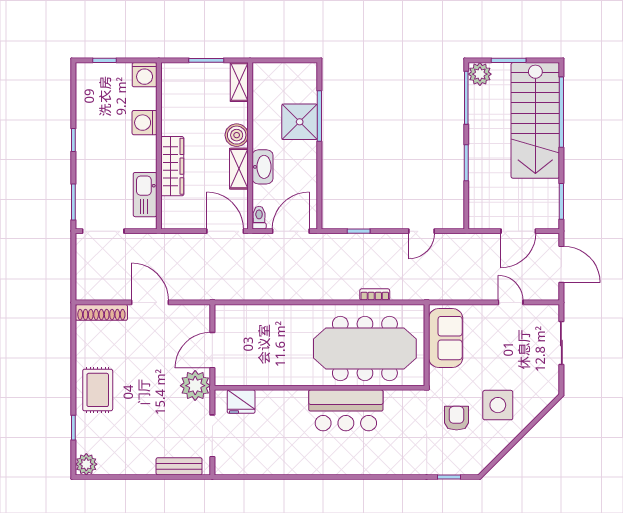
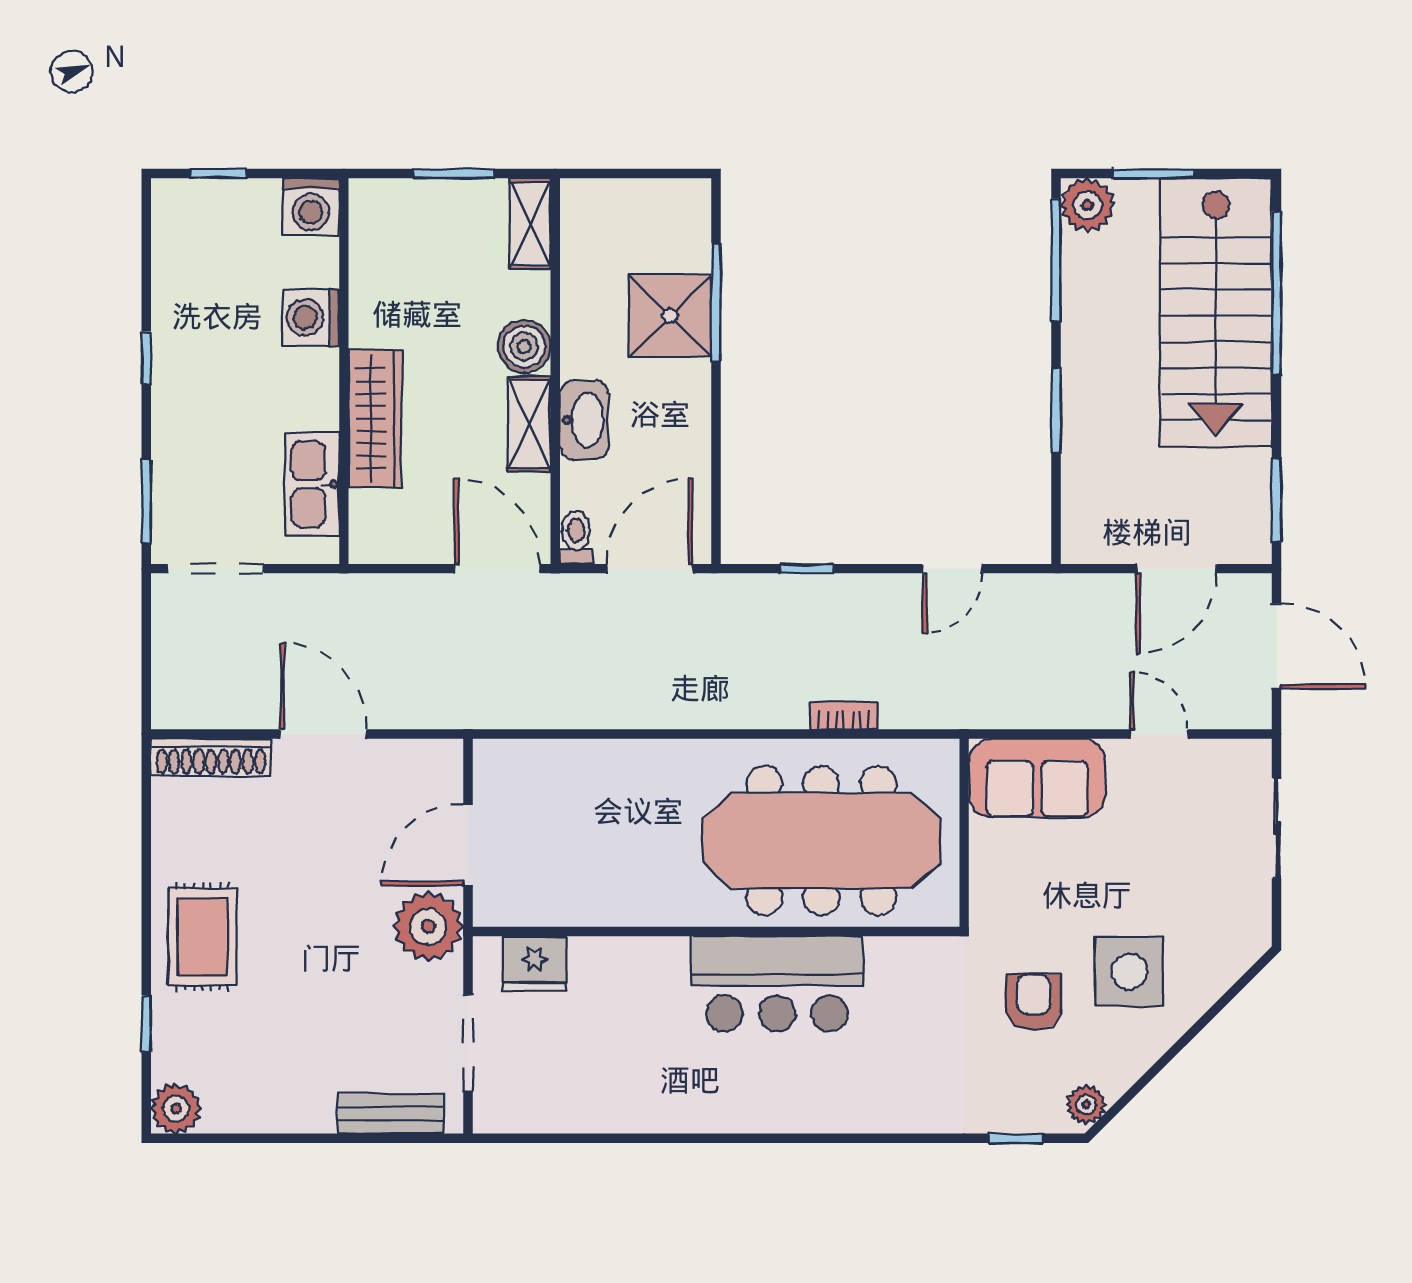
sofa: (446, 338) -> (1037, 778), moved, turned 90
plant: (479, 462) -> (1086, 1105), added

